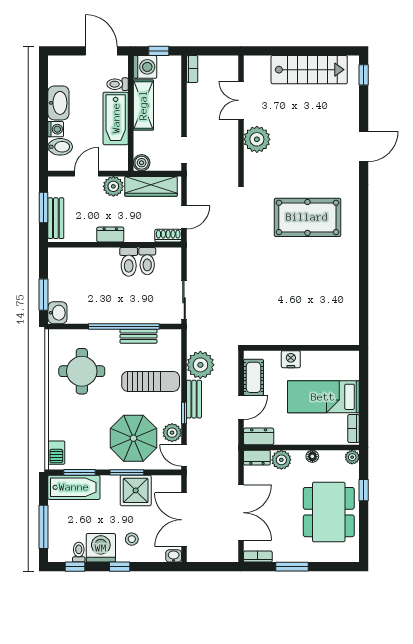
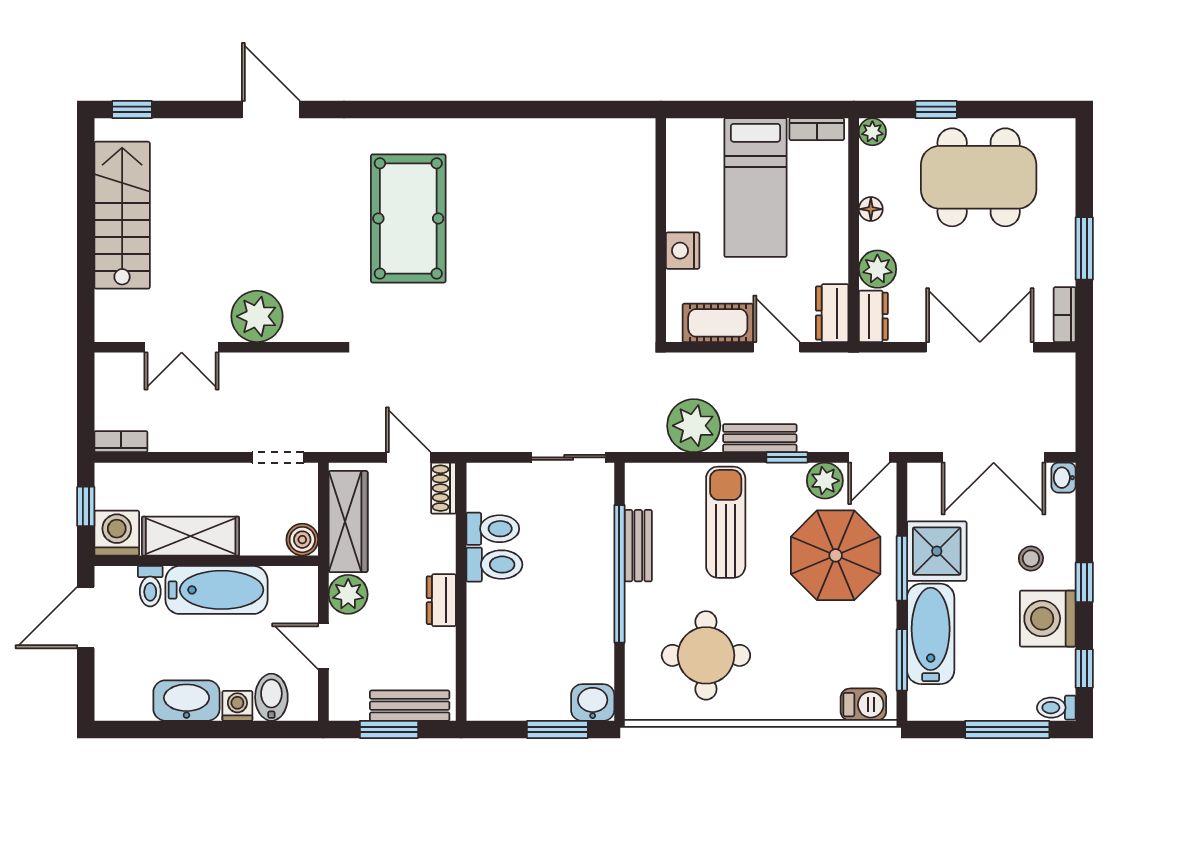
bathtub: (74, 487) -> (931, 634), moved
toilet: (79, 552) -> (1056, 708), moved

